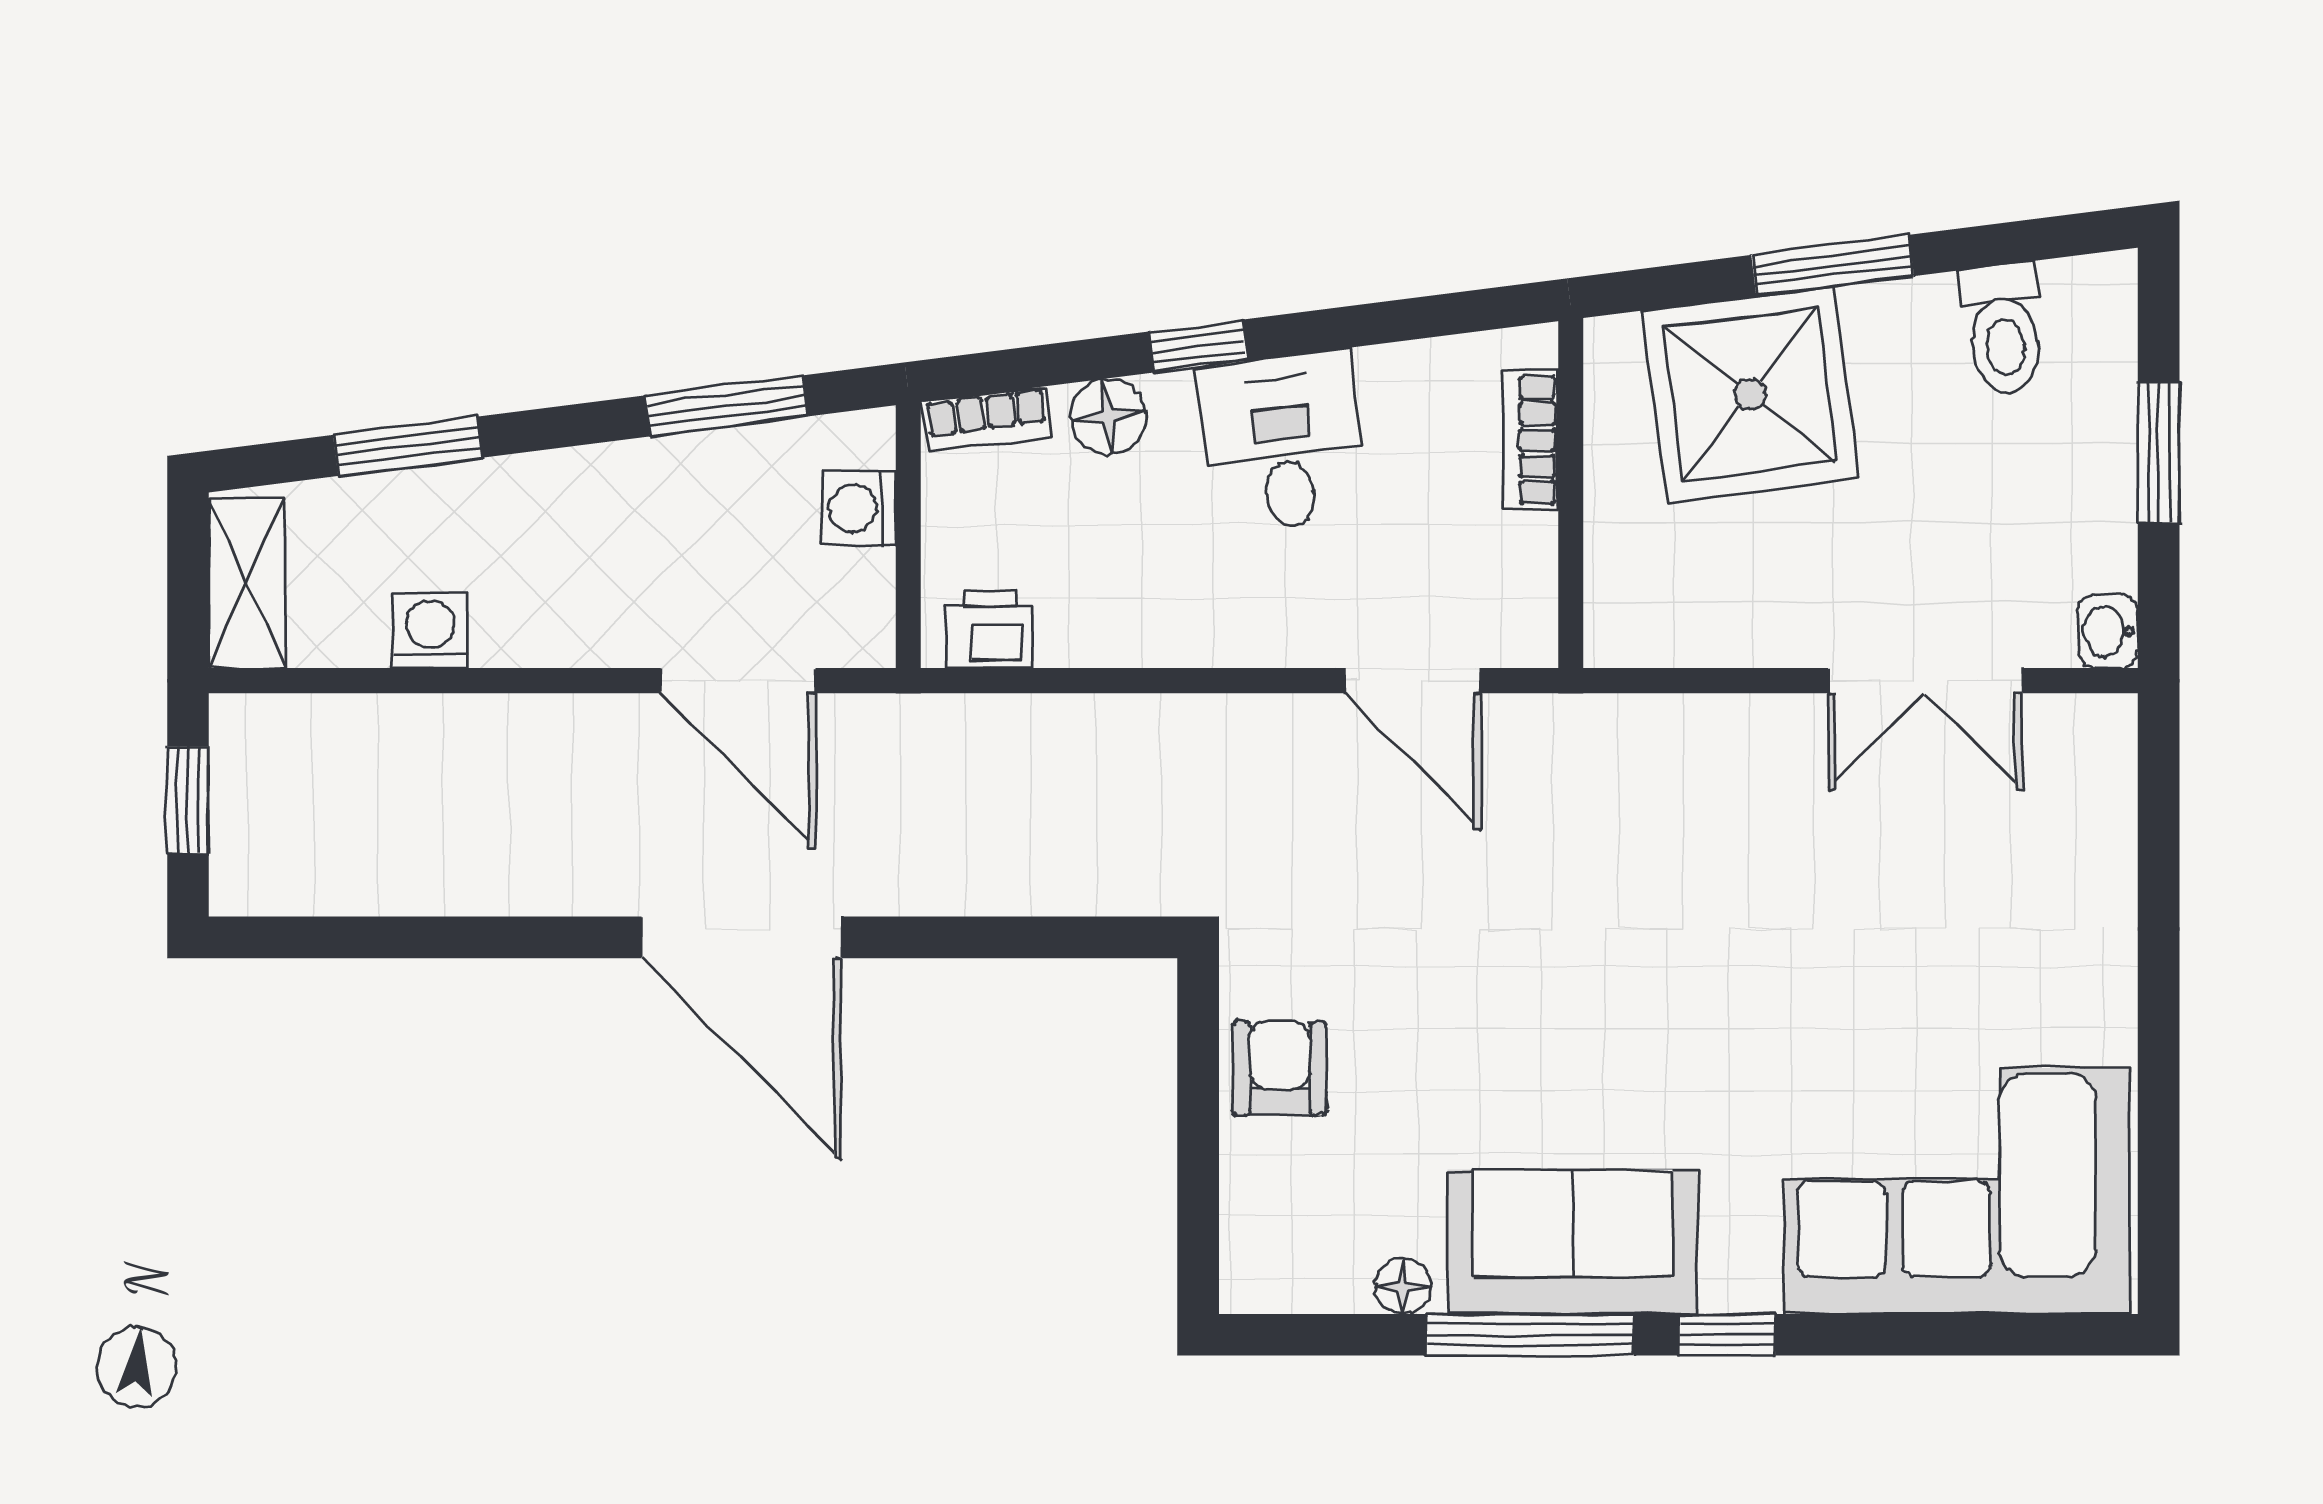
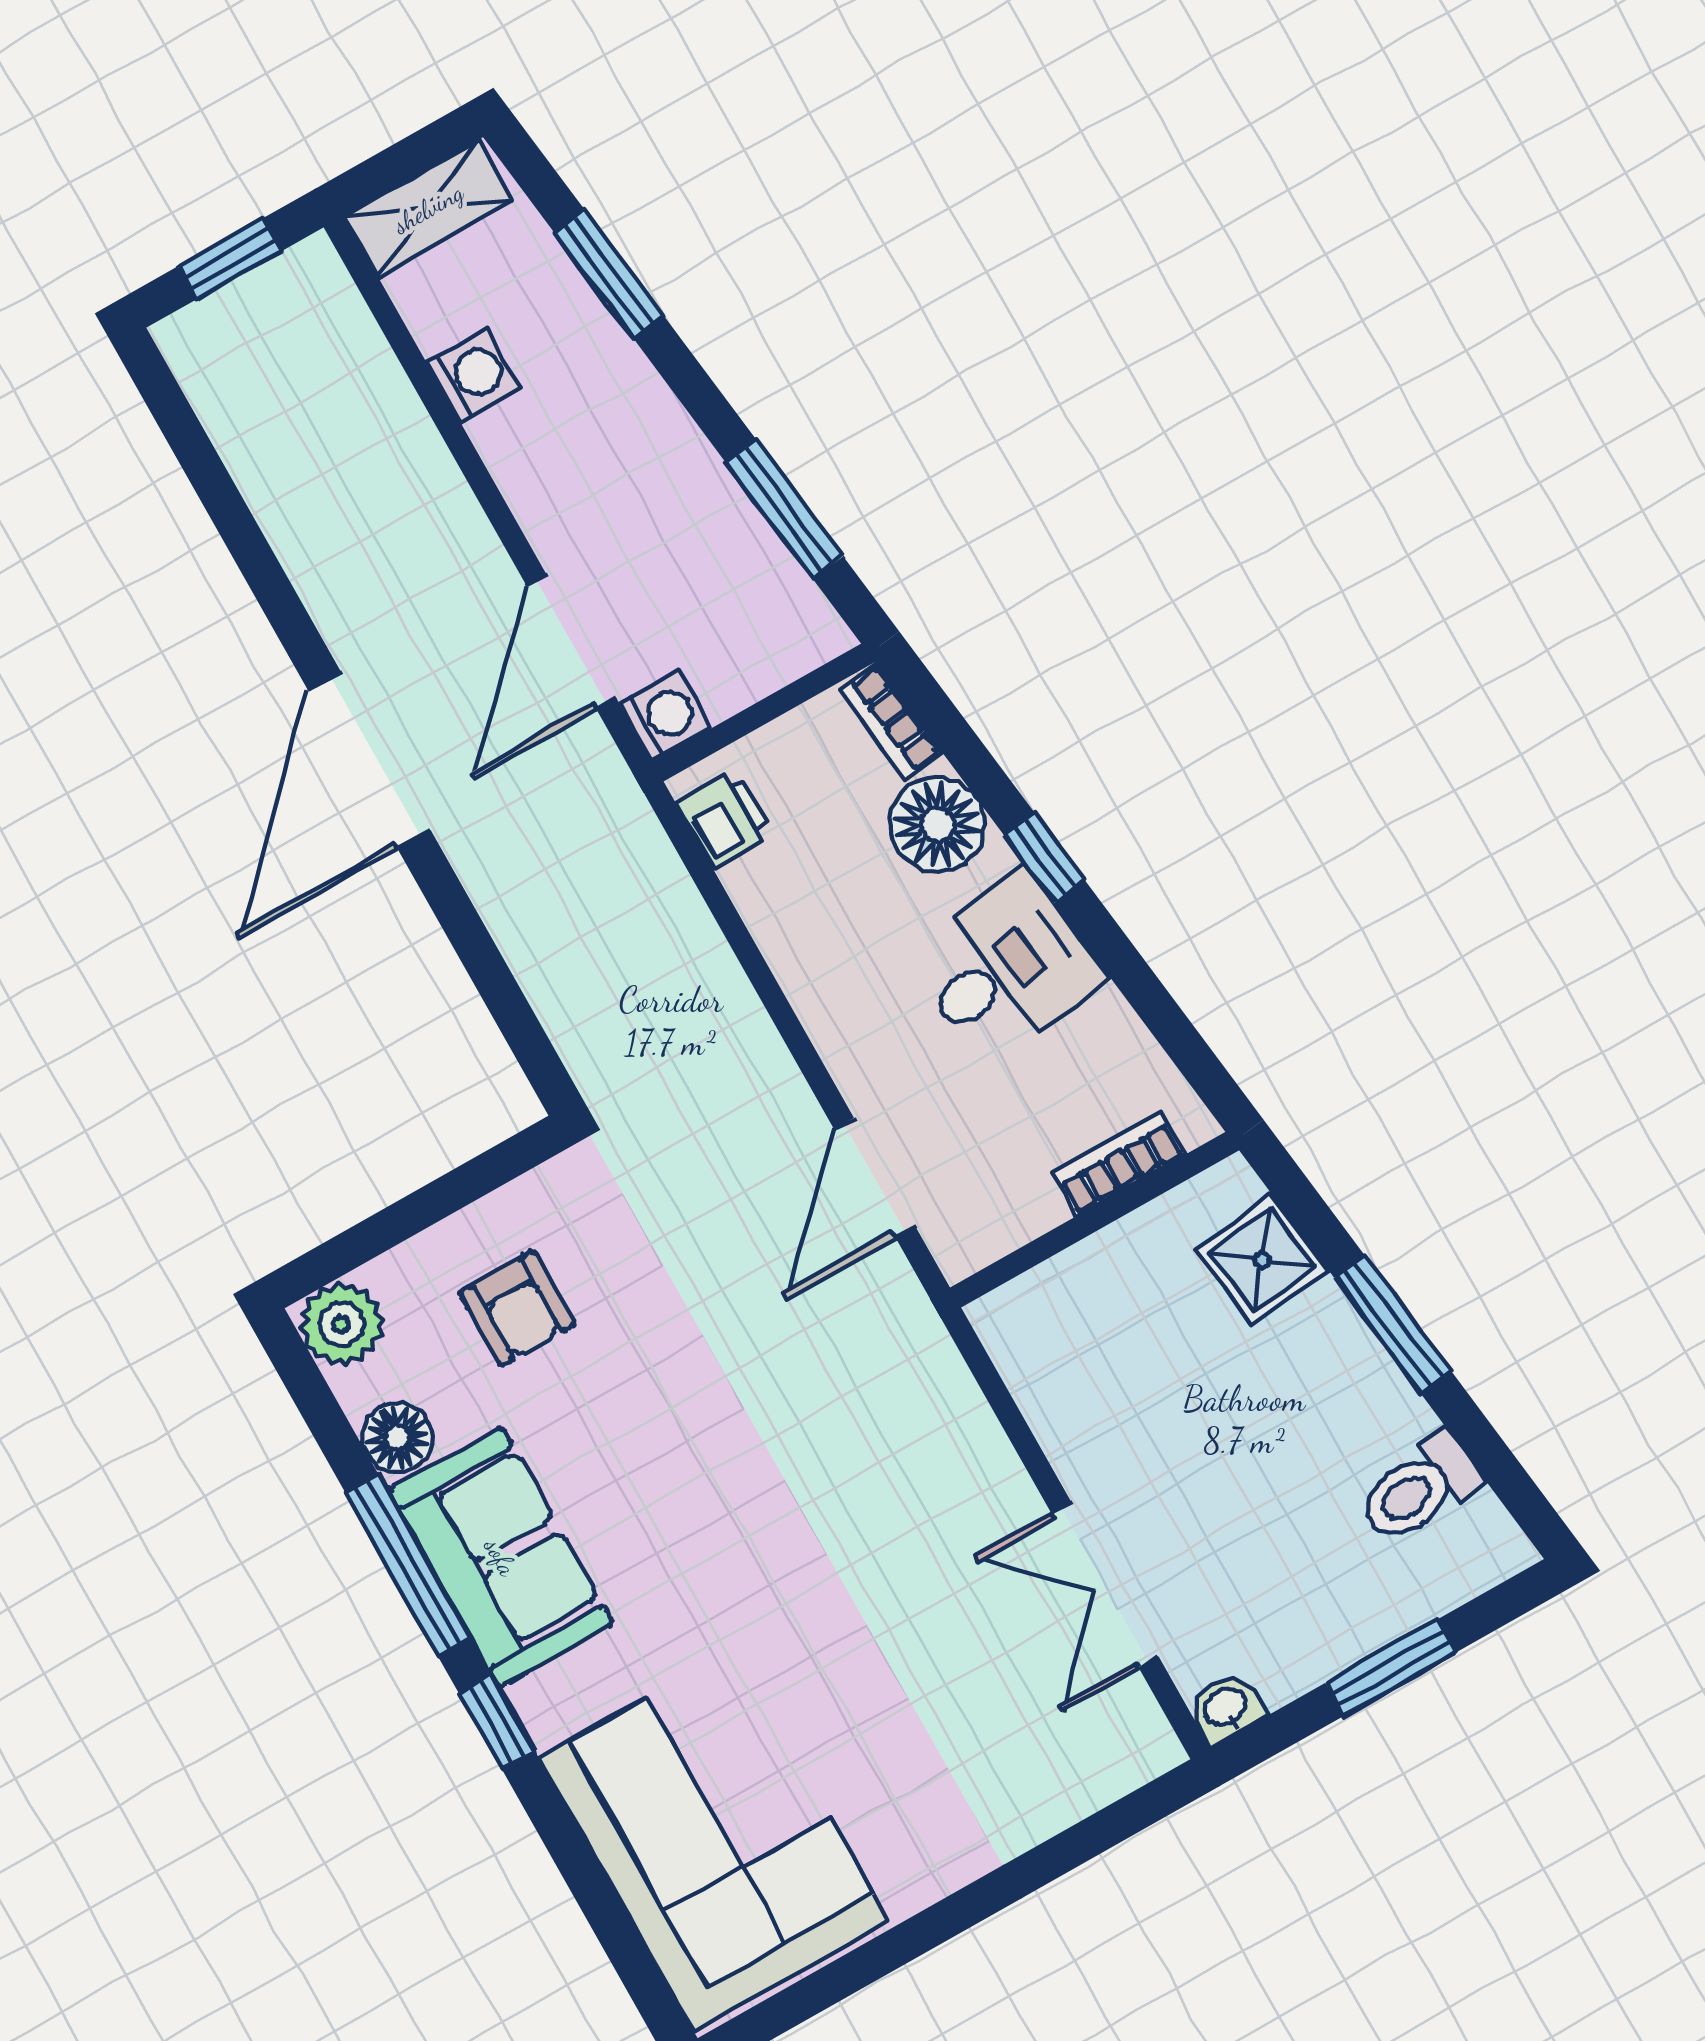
shower: (1750, 394) -> (1262, 1260), width x0.54, depth x0.54
floor lamp: (1108, 416) -> (937, 825), width x1.38, depth x1.38
washing machine: (859, 508) -> (665, 716), moved, turned 90
armchair: (1280, 1068) -> (517, 1308), moved, turned 90
plant: (1265, 1268) -> (342, 1324), added
floor lamp: (1403, 1286) -> (398, 1437), width x1.37, depth x1.37

